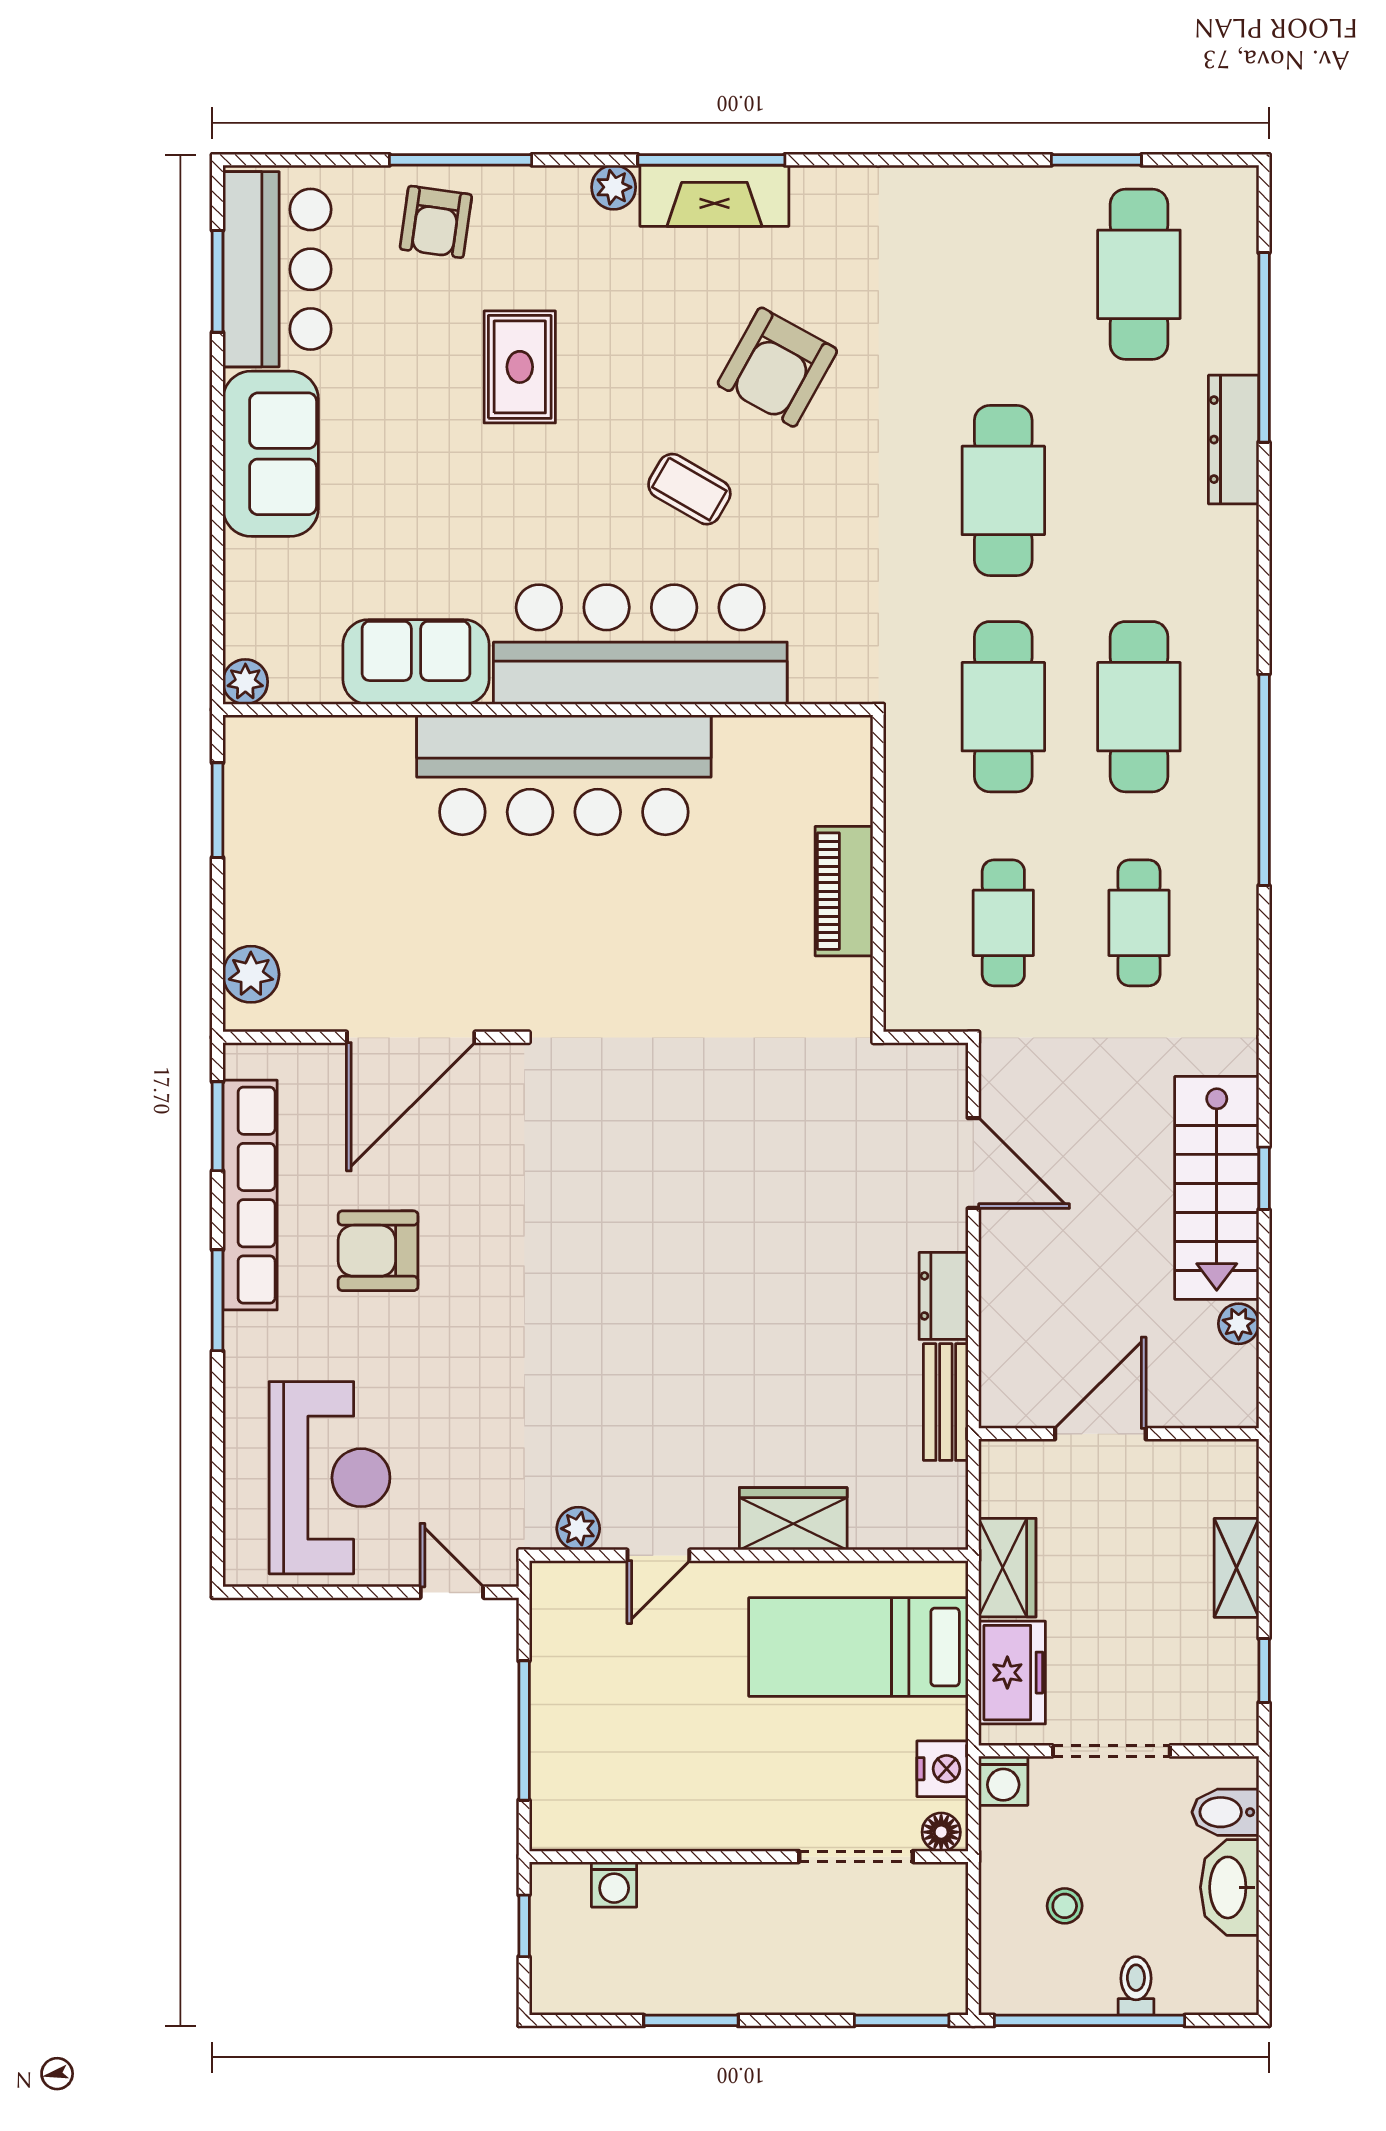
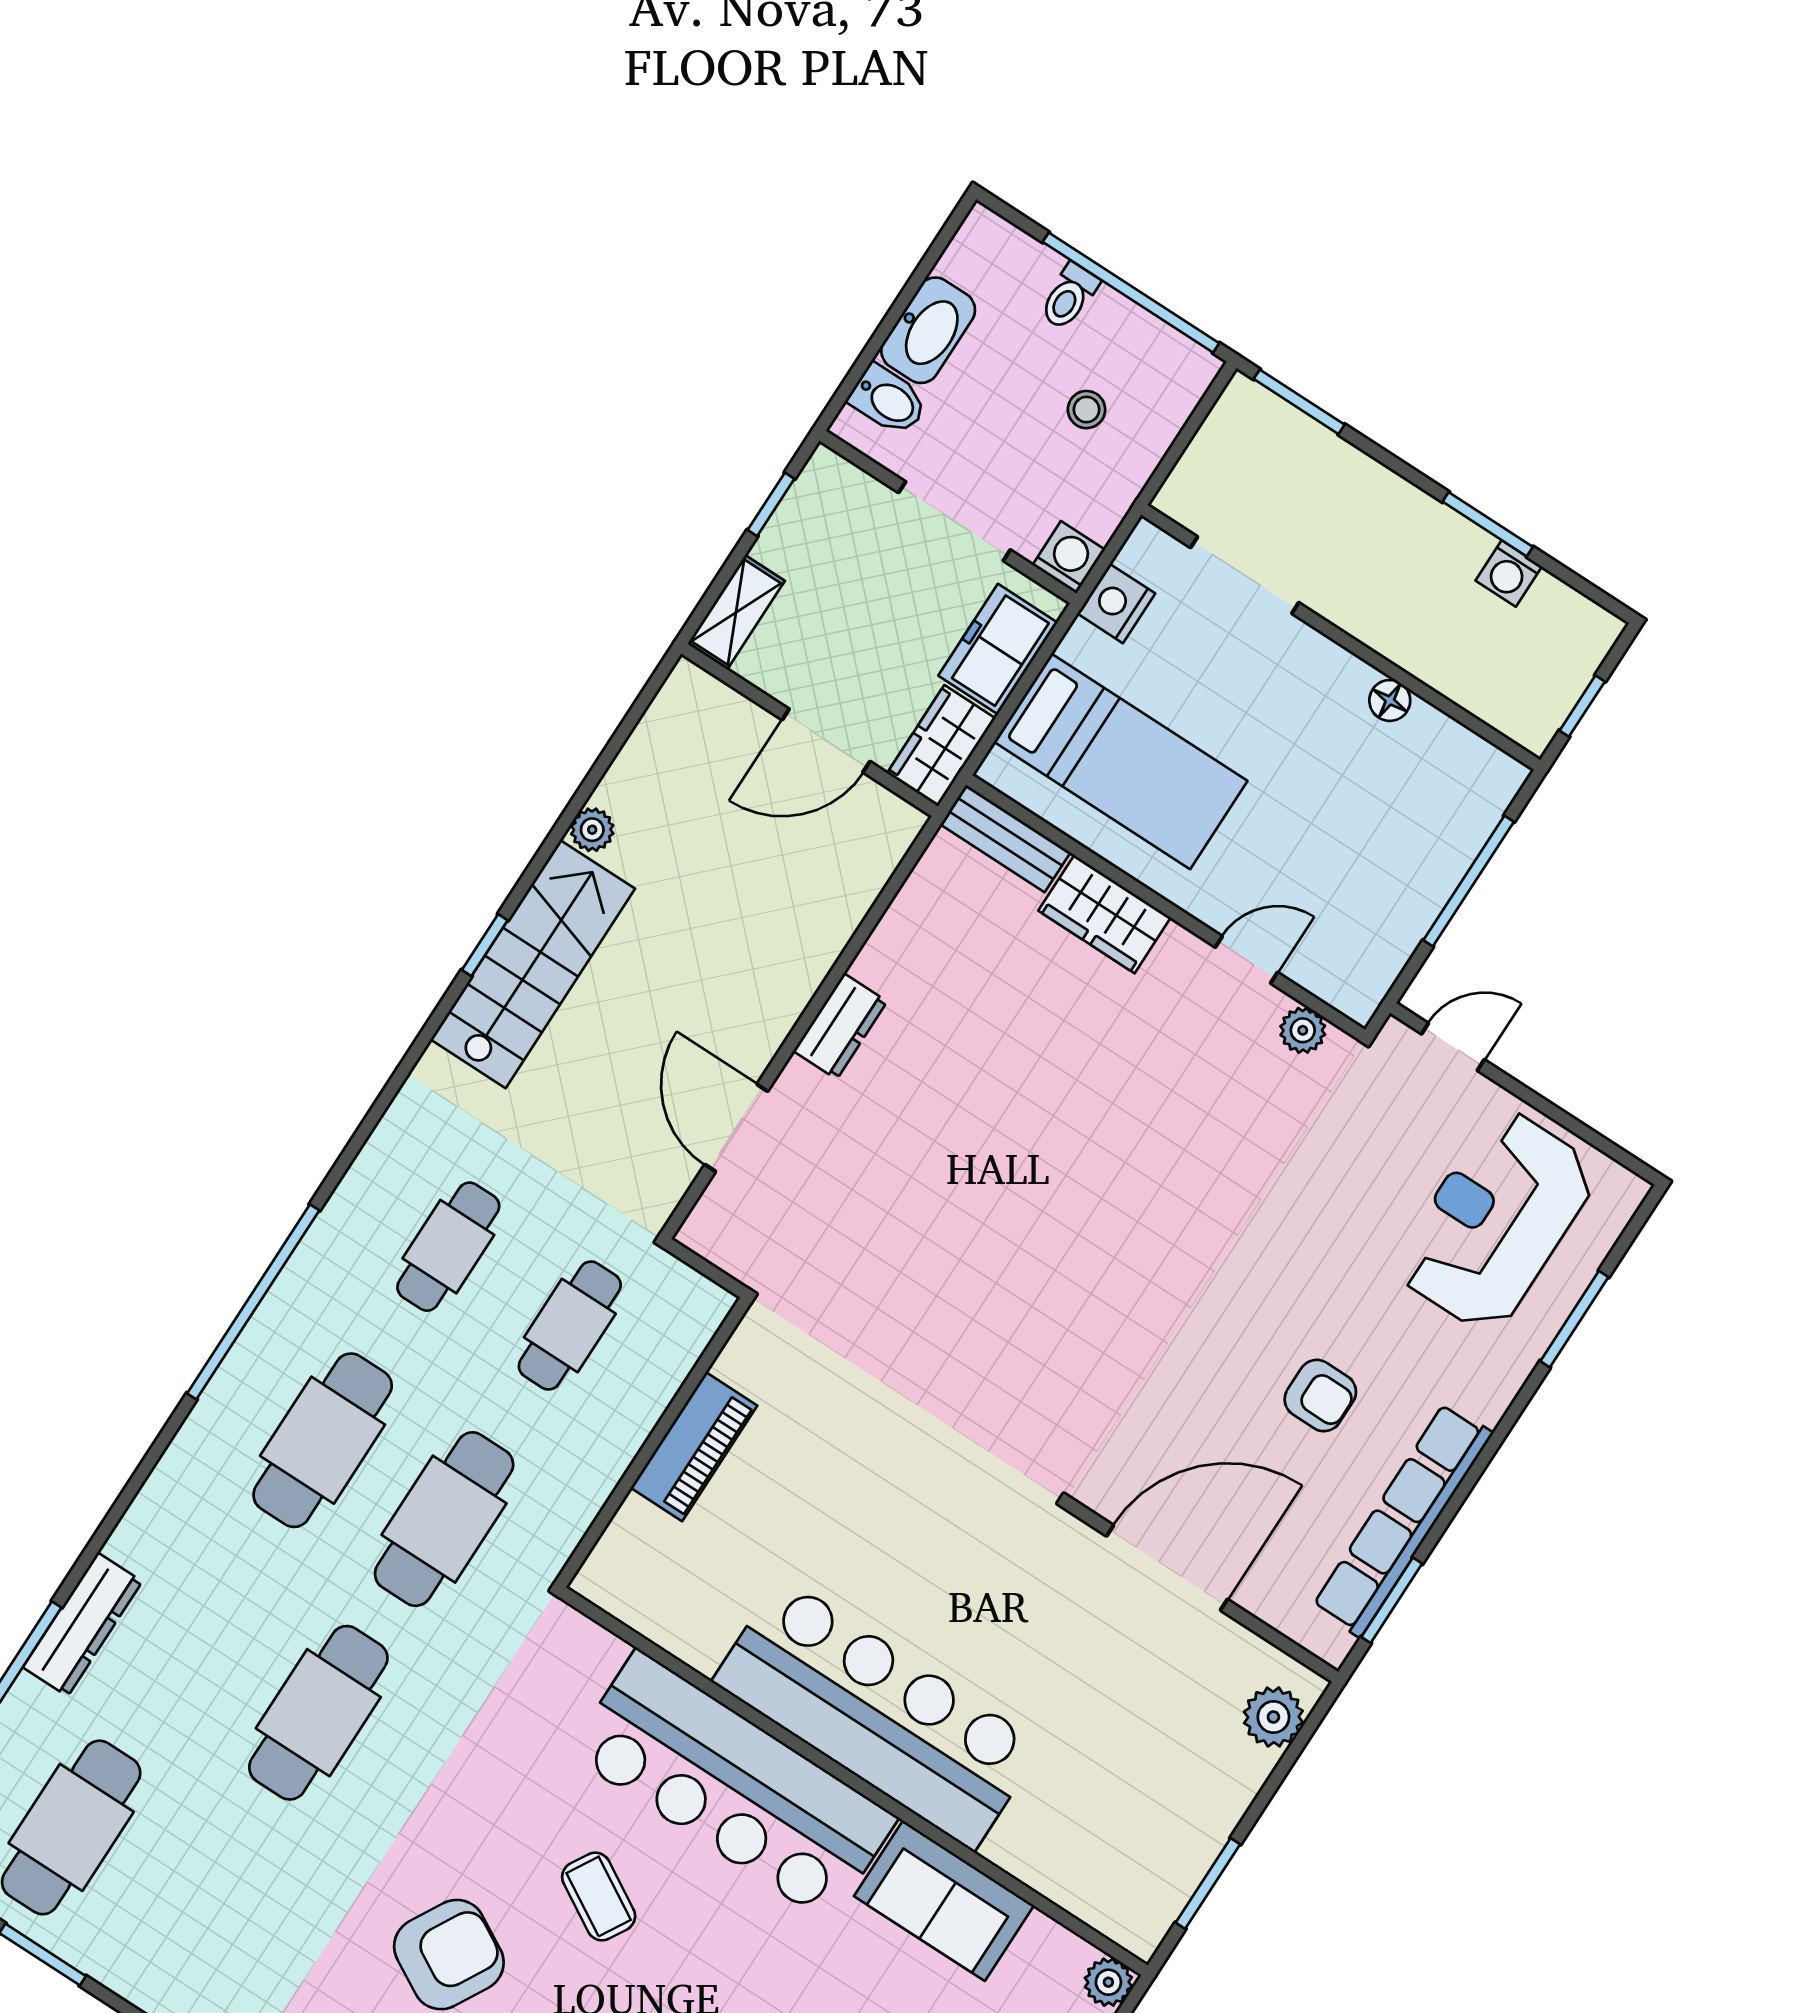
armchair: (378, 1251) -> (1320, 1396), width x0.72, depth x0.72
window: (217, 1300) -> (1574, 1319), moved
bench: (946, 1402) -> (1005, 838), moved, turned 90
door: (1100, 1434) -> (826, 741), moved
wall: (1119, 1434) -> (810, 730), moved
door: (452, 1592) -> (1453, 1047), swing flipped
floor lamp: (941, 1832) -> (1390, 700), moved
washing machine: (614, 1884) -> (1509, 573), moved, turned 180

